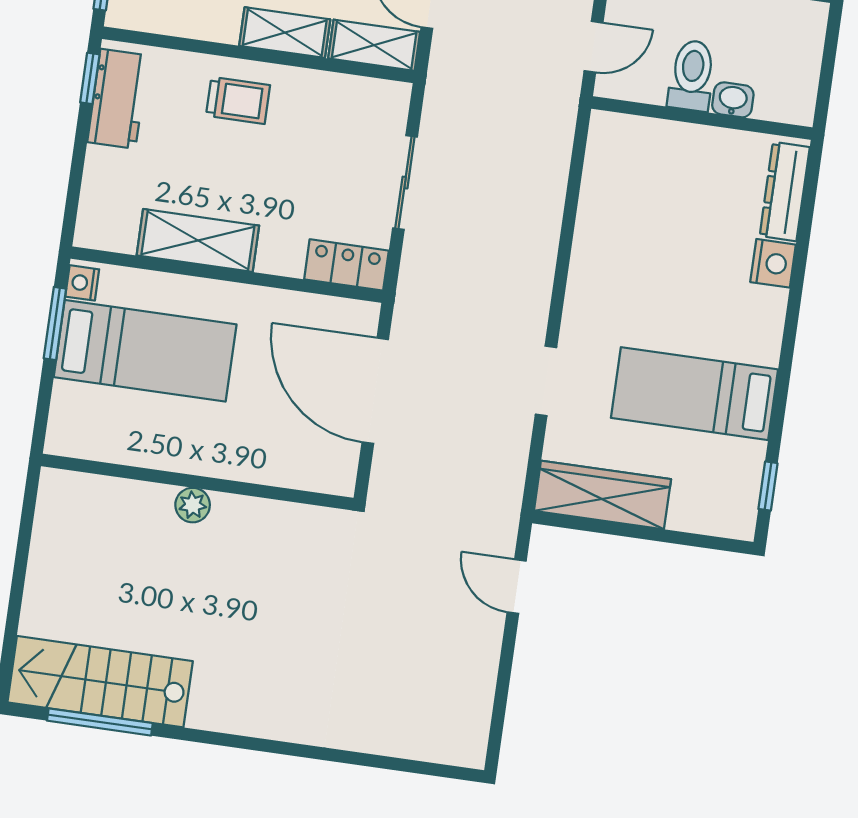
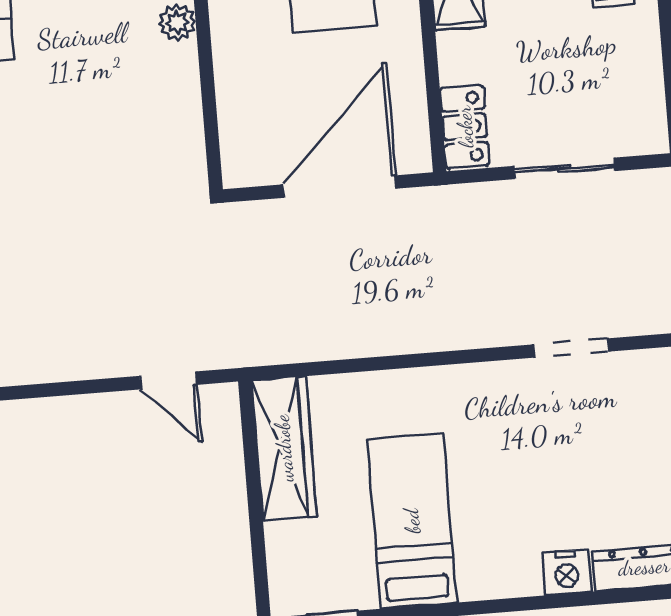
doorway: (546, 381) -> (571, 348), moved
door: (517, 587) -> (168, 380), swing flipped

